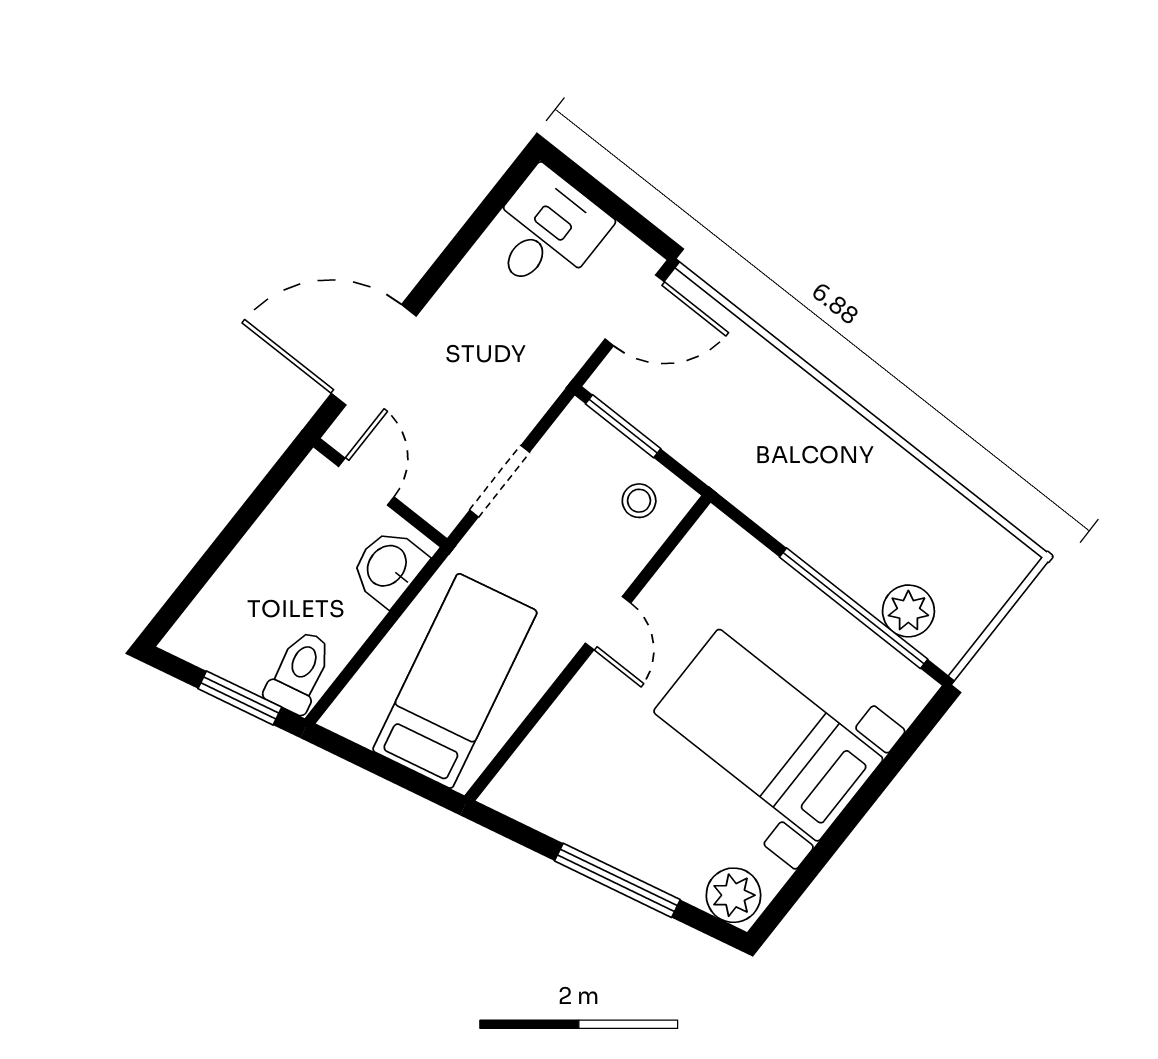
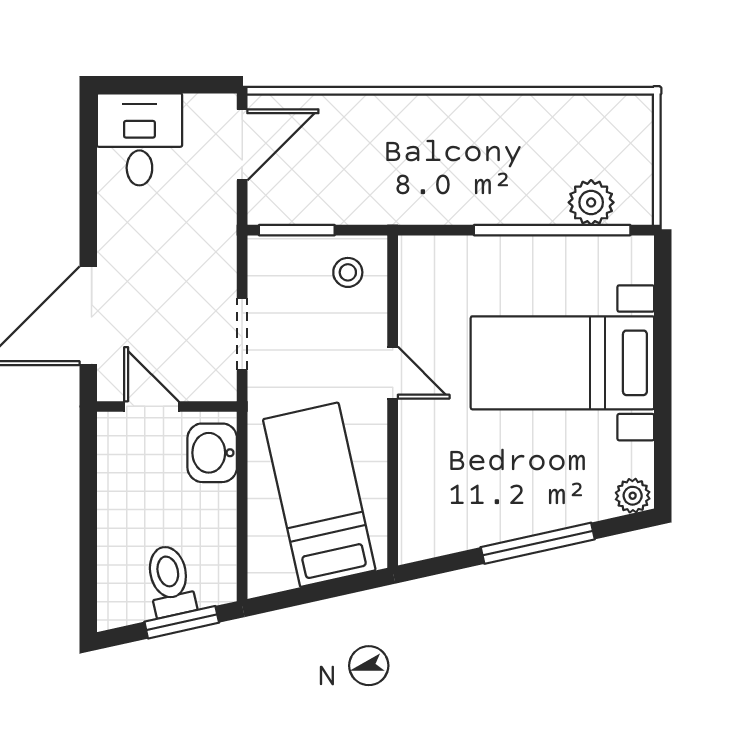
toilet: (299, 672) -> (170, 581), moved
plant: (733, 895) -> (633, 496), width x0.73, depth x0.73

